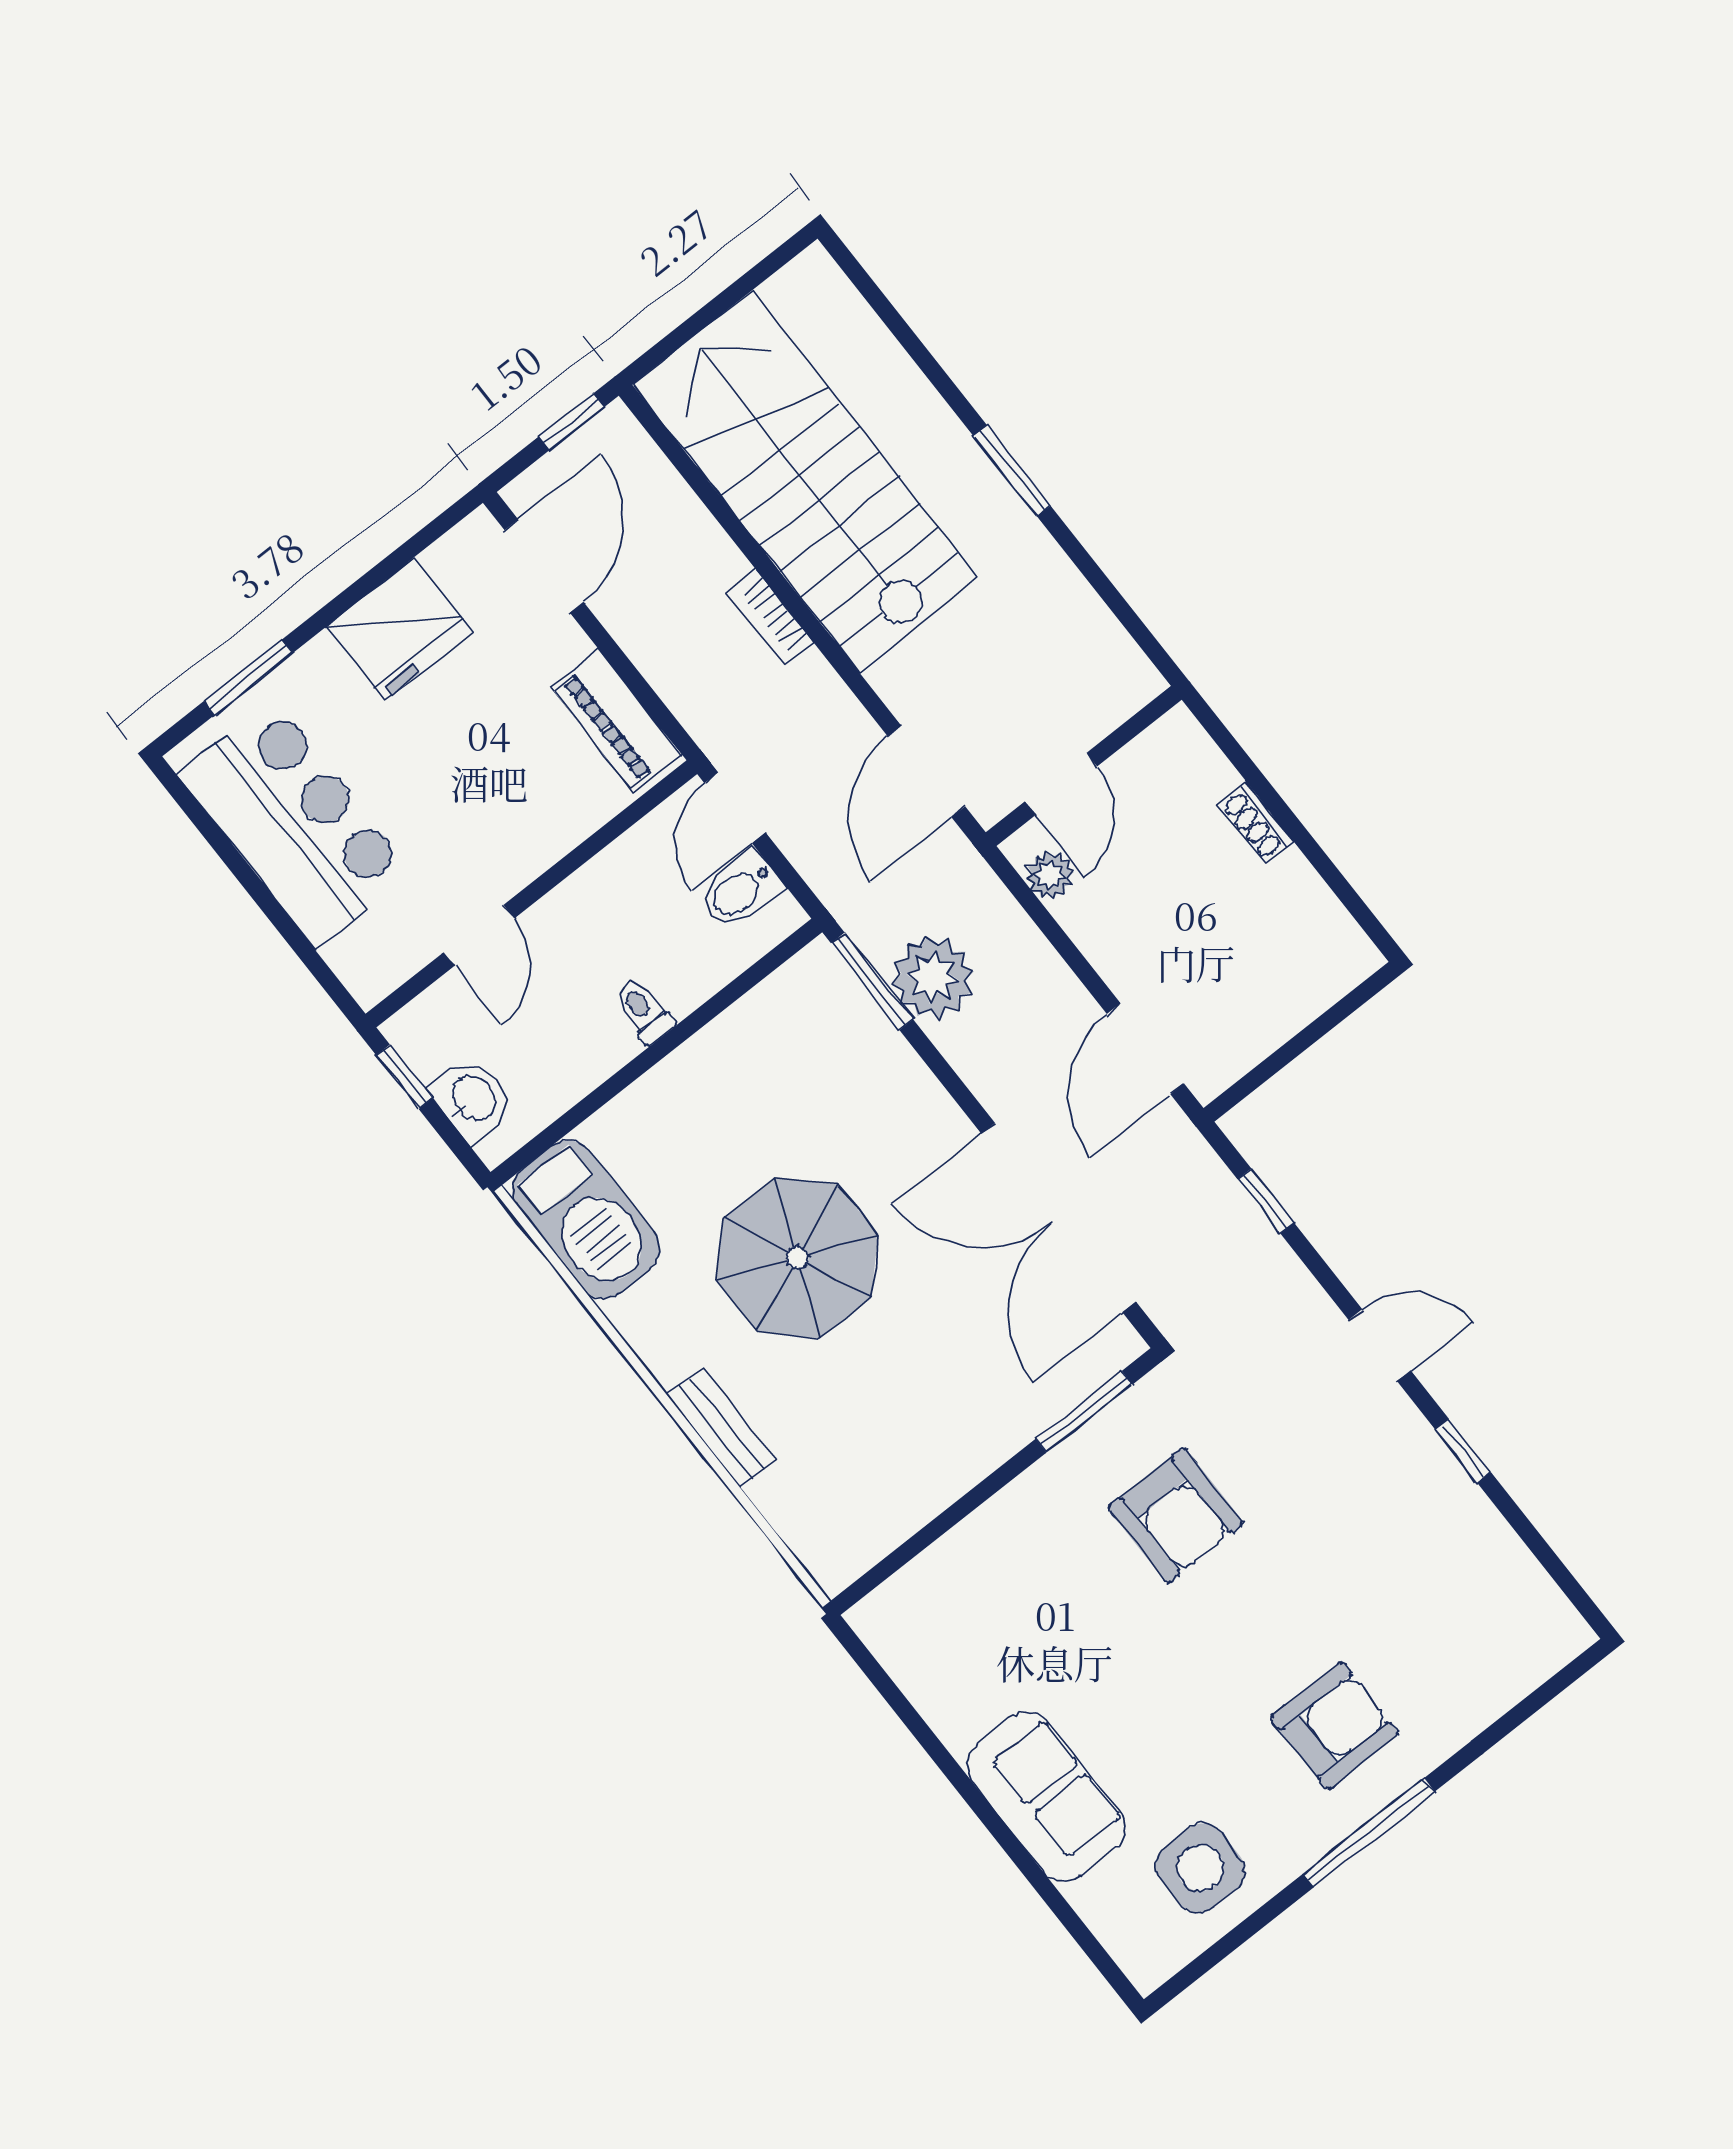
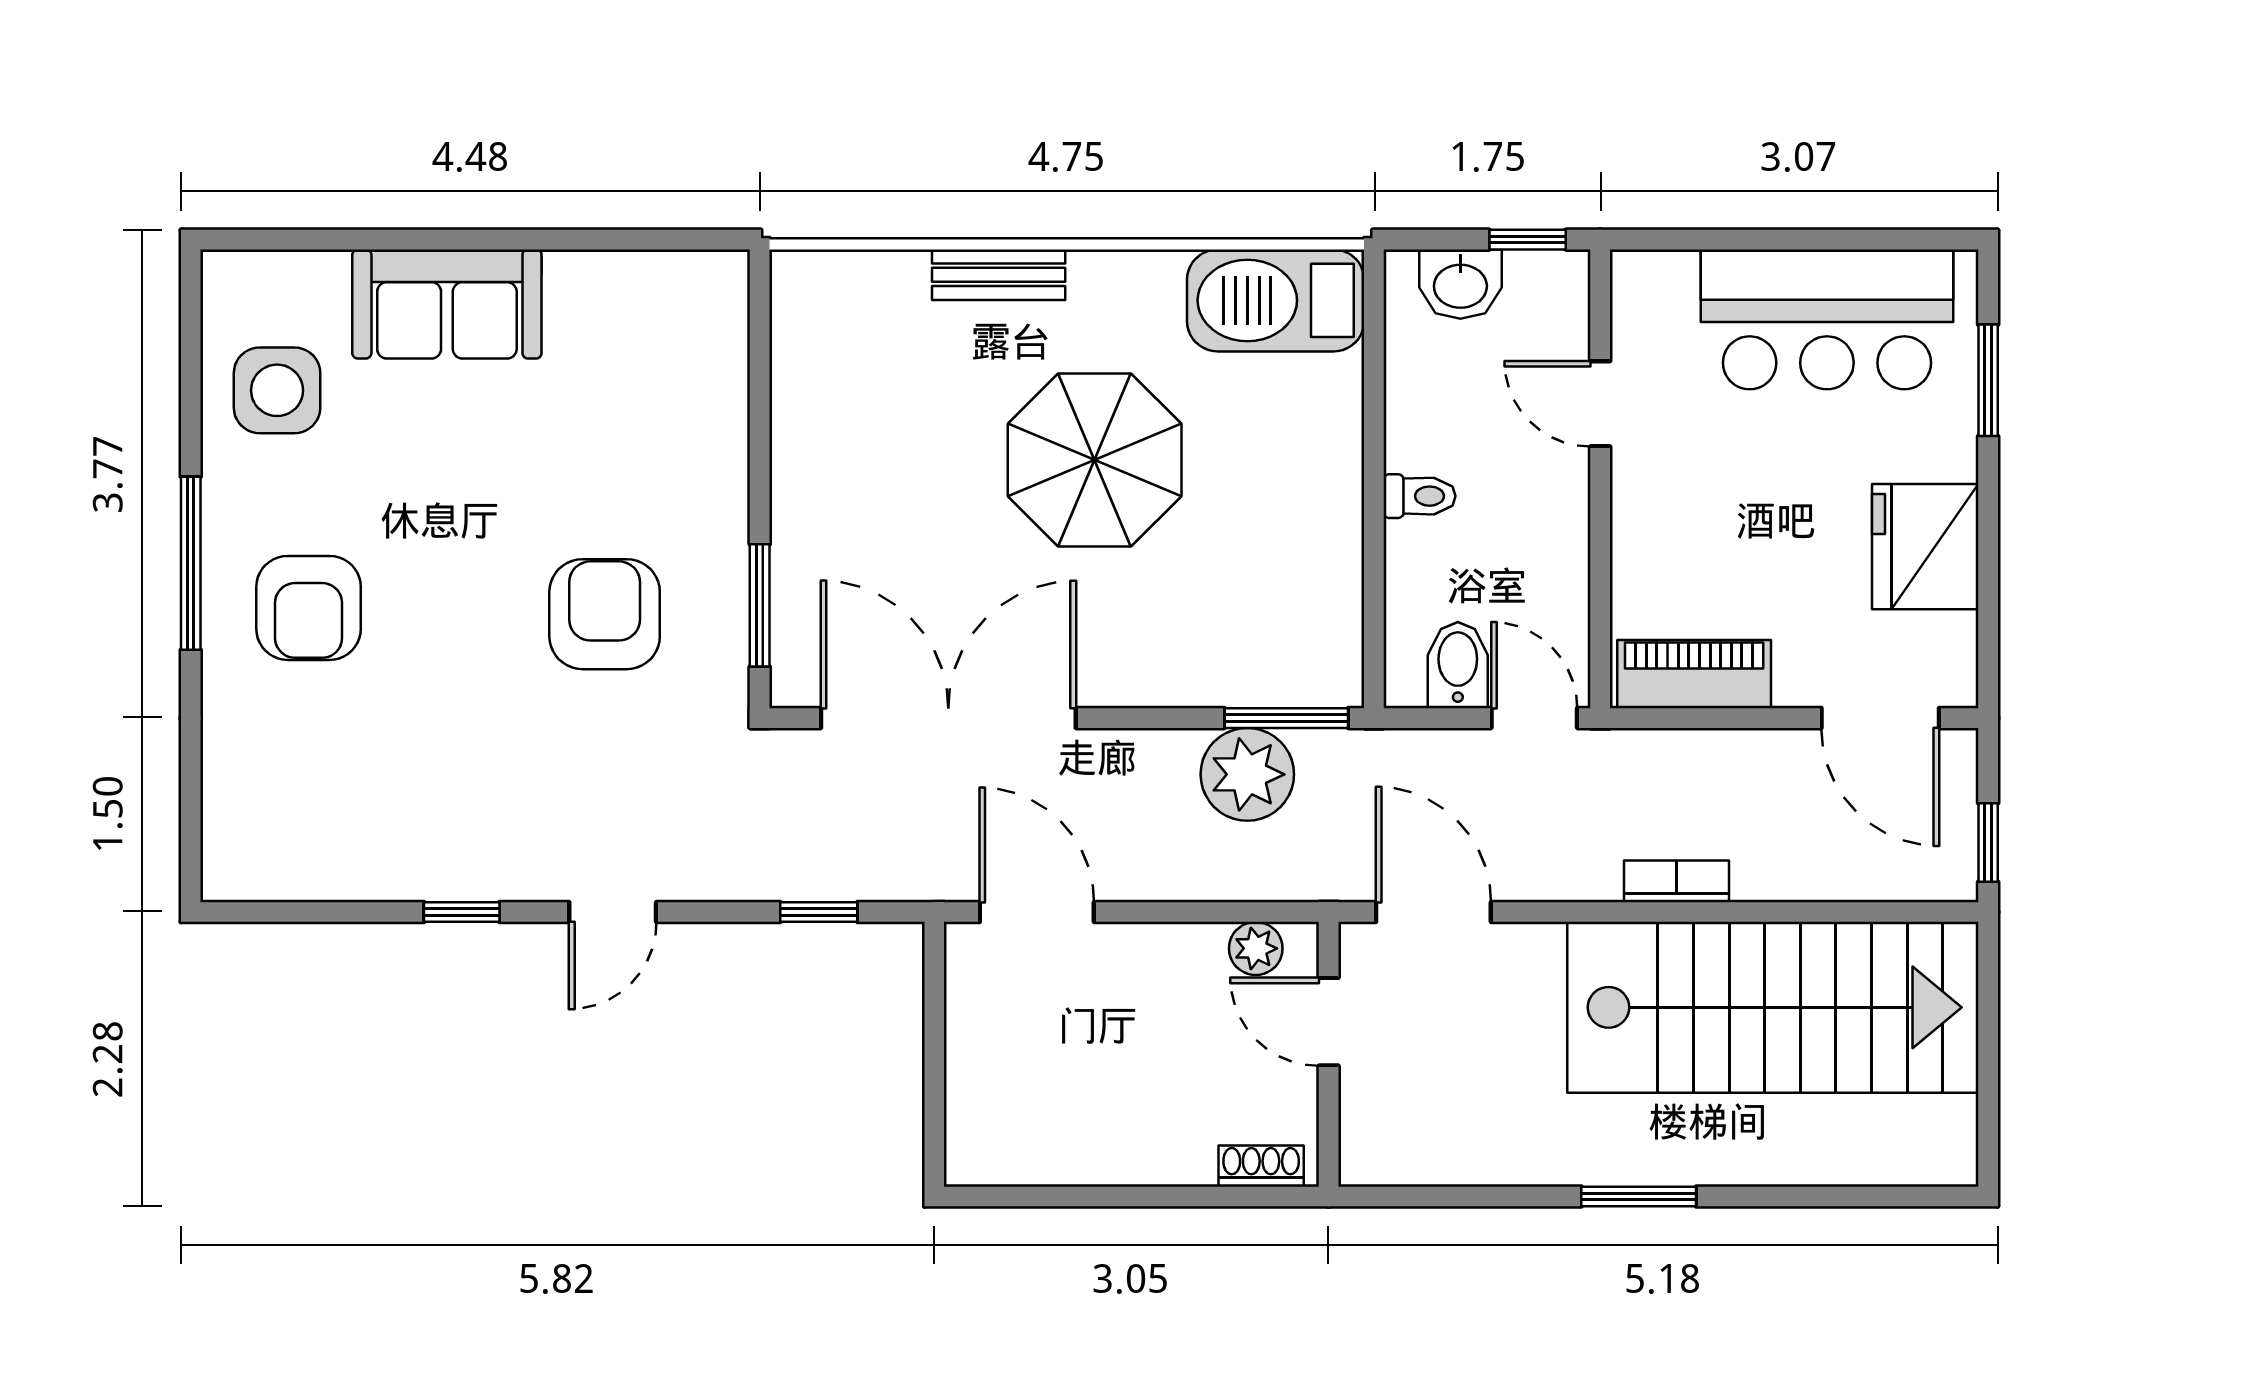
shoe rack: (1255, 823) -> (1261, 1166), moved
armchair: (1176, 1515) -> (605, 614), turned 90

